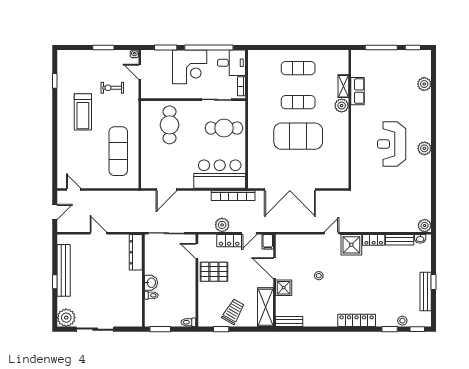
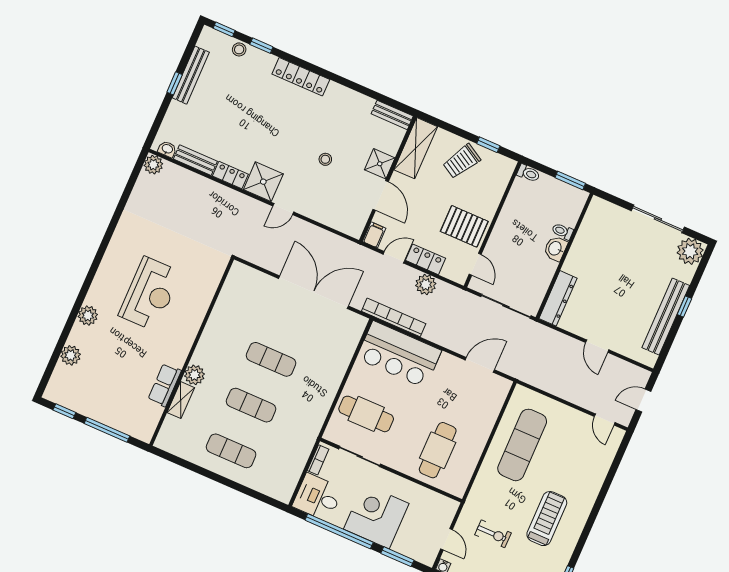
exercise mat: (298, 136) -> (271, 359), width x0.50, depth x0.69
plant: (424, 148) -> (88, 316), moved

